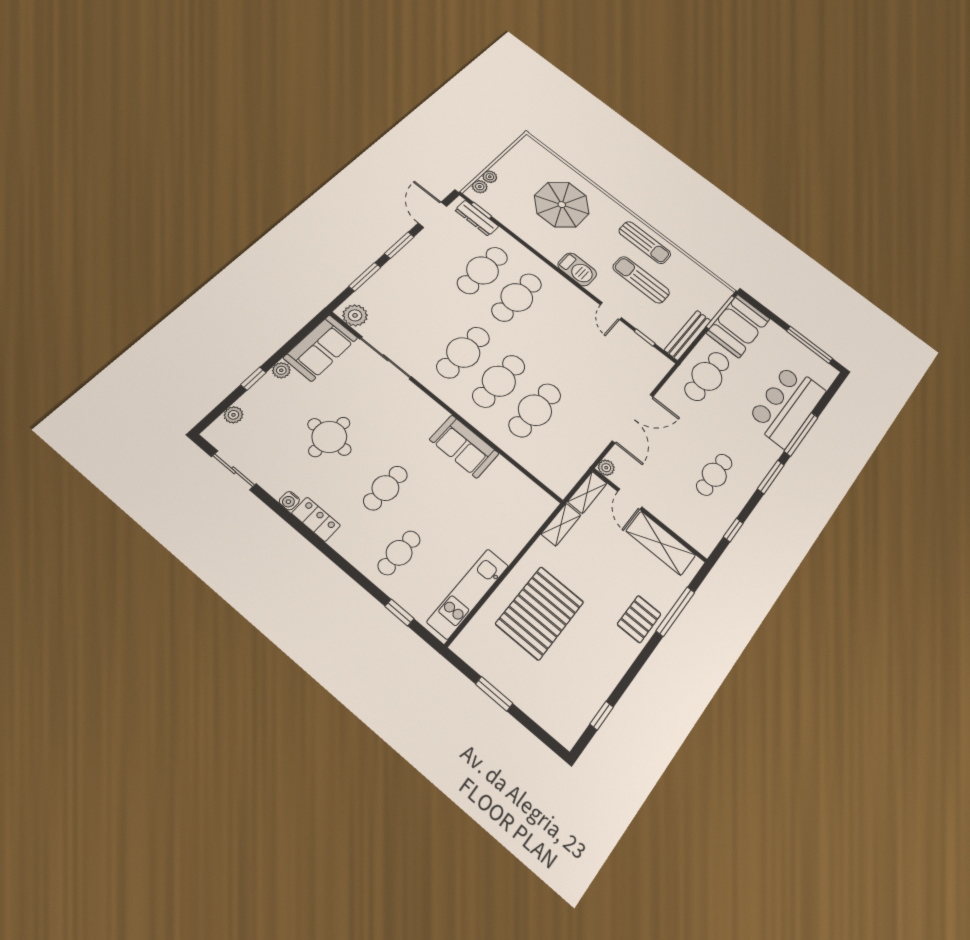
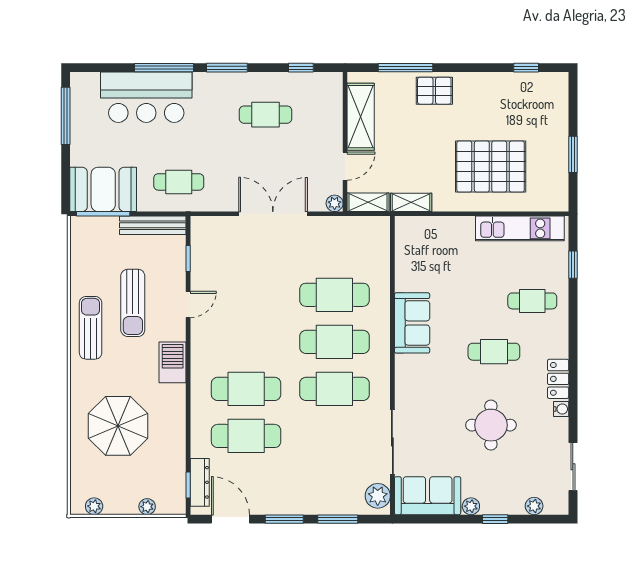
plant: (480, 187) -> (94, 506), moved
door: (432, 215) -> (230, 519), swing flipped
cafe table: (707, 376) -> (179, 182), width x0.73, depth x0.74

